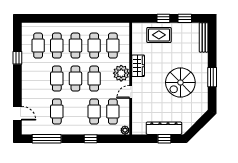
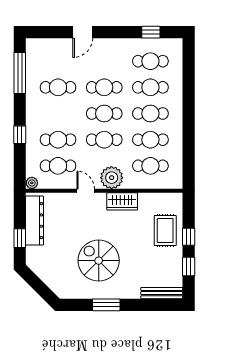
window: (17, 58) -> (151, 32), moved
door: (17, 113) -> (83, 32), moved
dresser: (164, 128) -> (35, 221), moved

